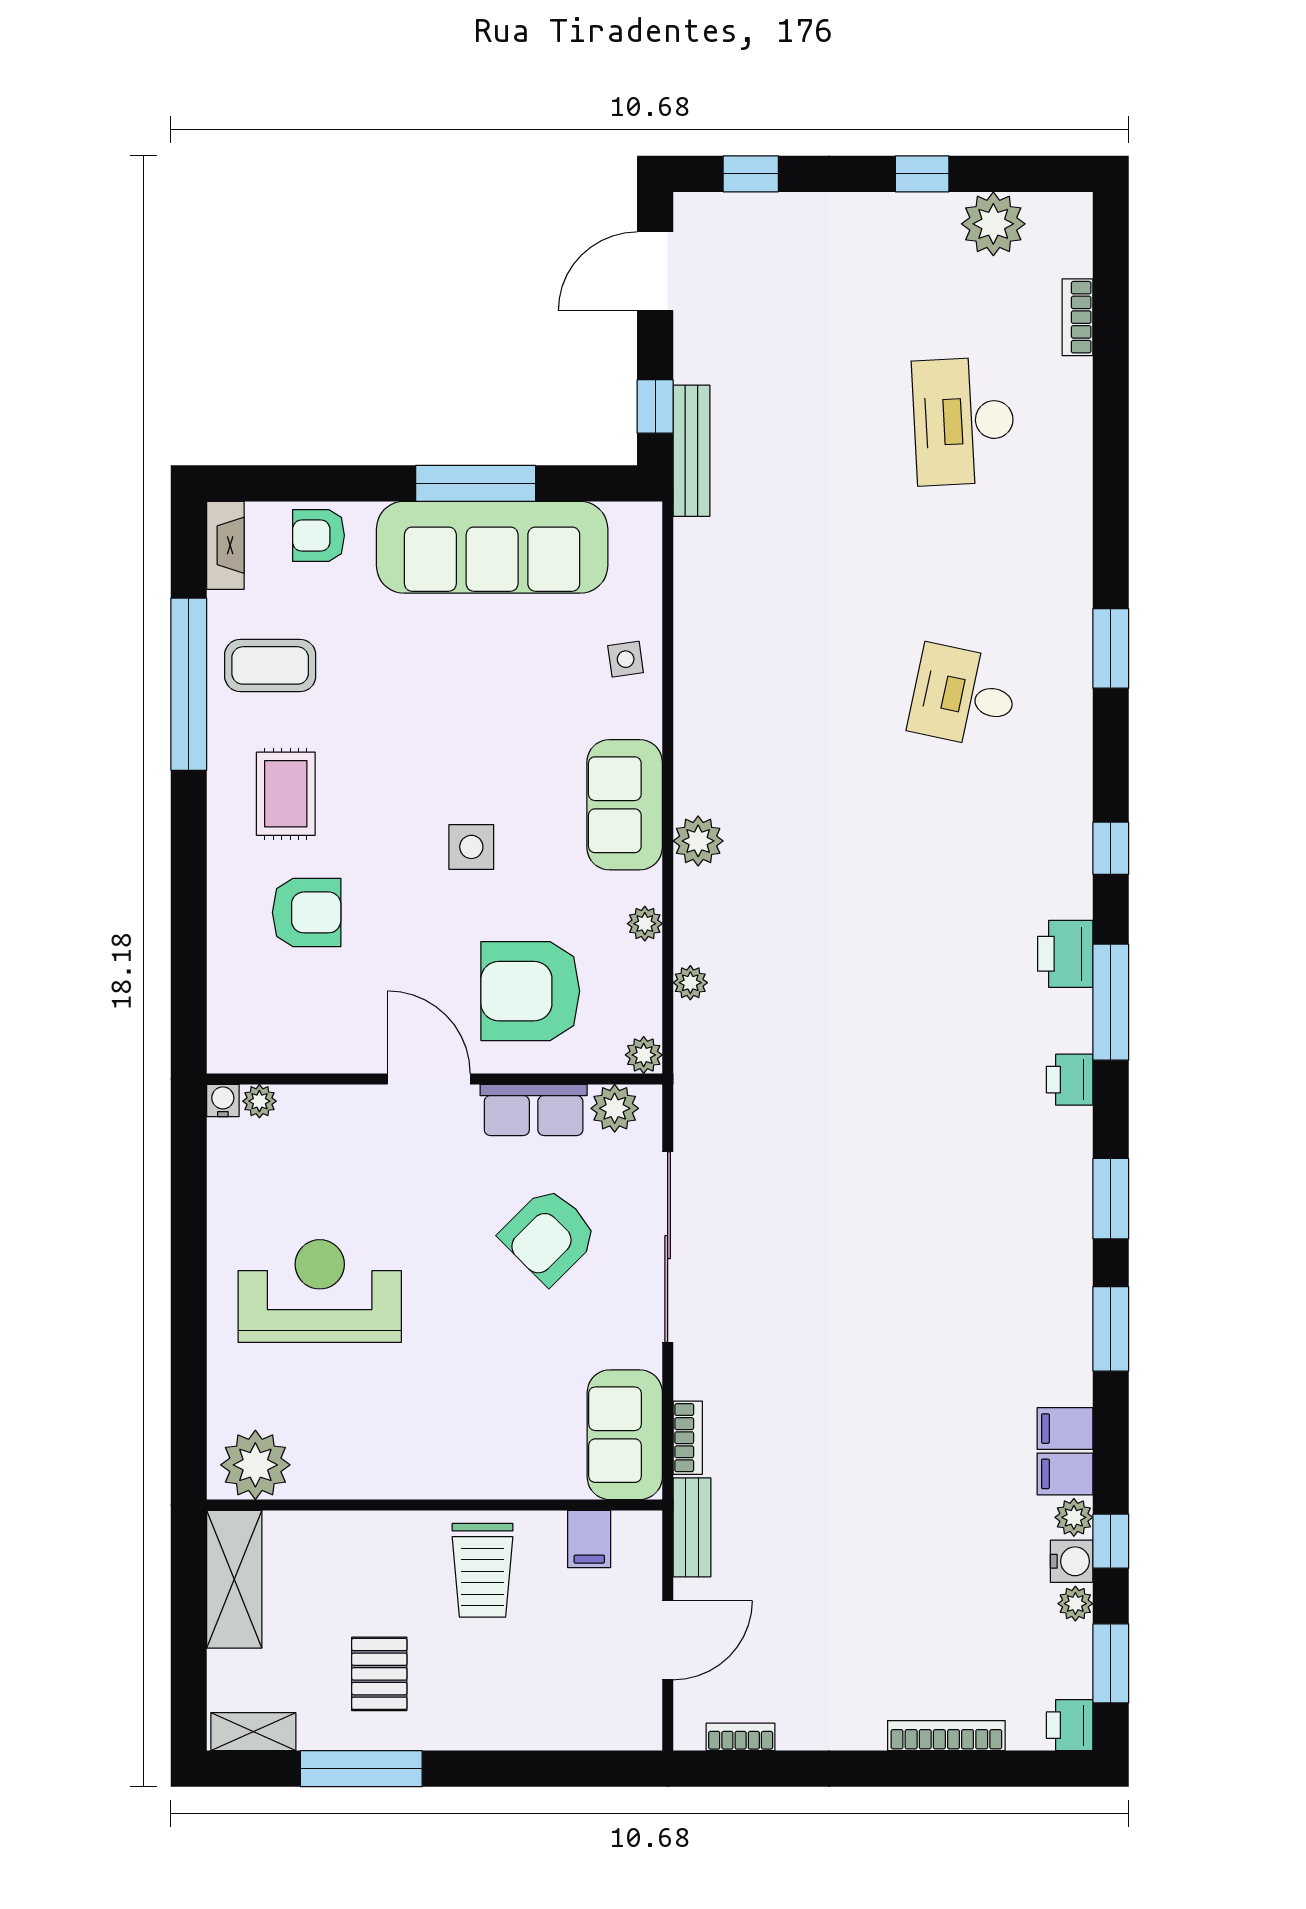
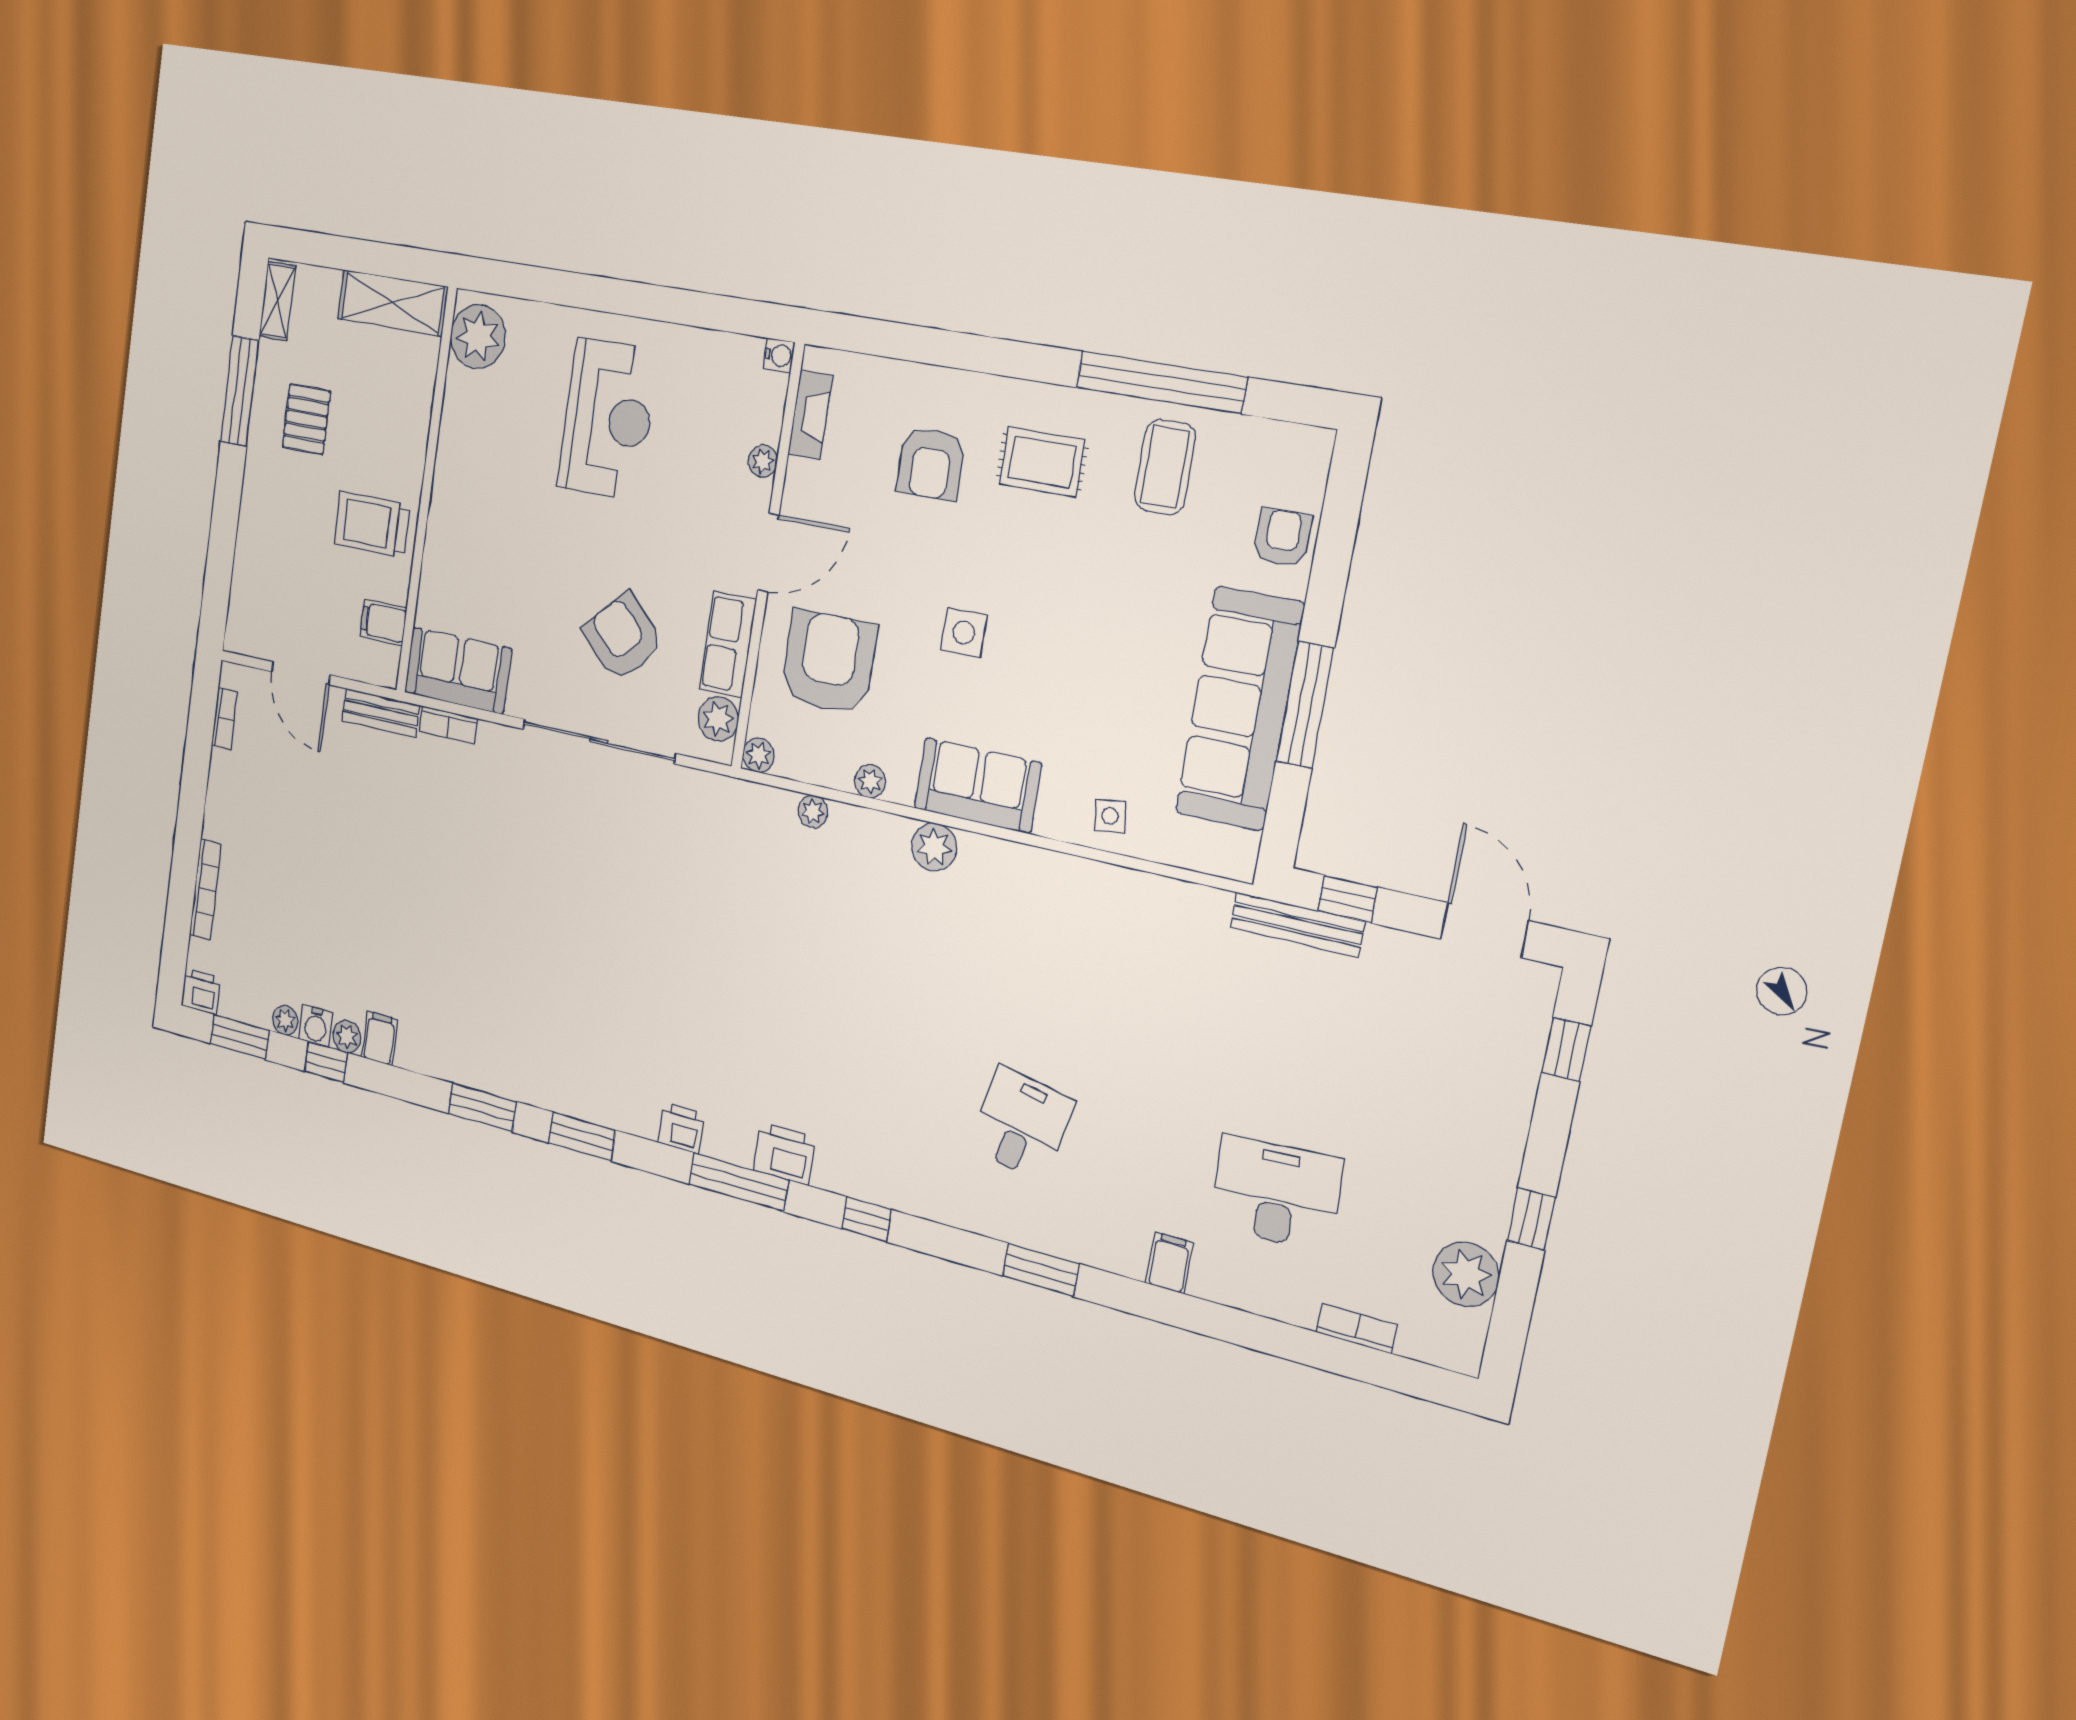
fireplace: (225, 545) -> (810, 415), moved, turned -90
plant: (259, 1101) -> (763, 461), moved
filing cabinet: (1065, 1429) -> (1169, 1263), moved
pallet: (379, 1674) -> (306, 419), turned 90

